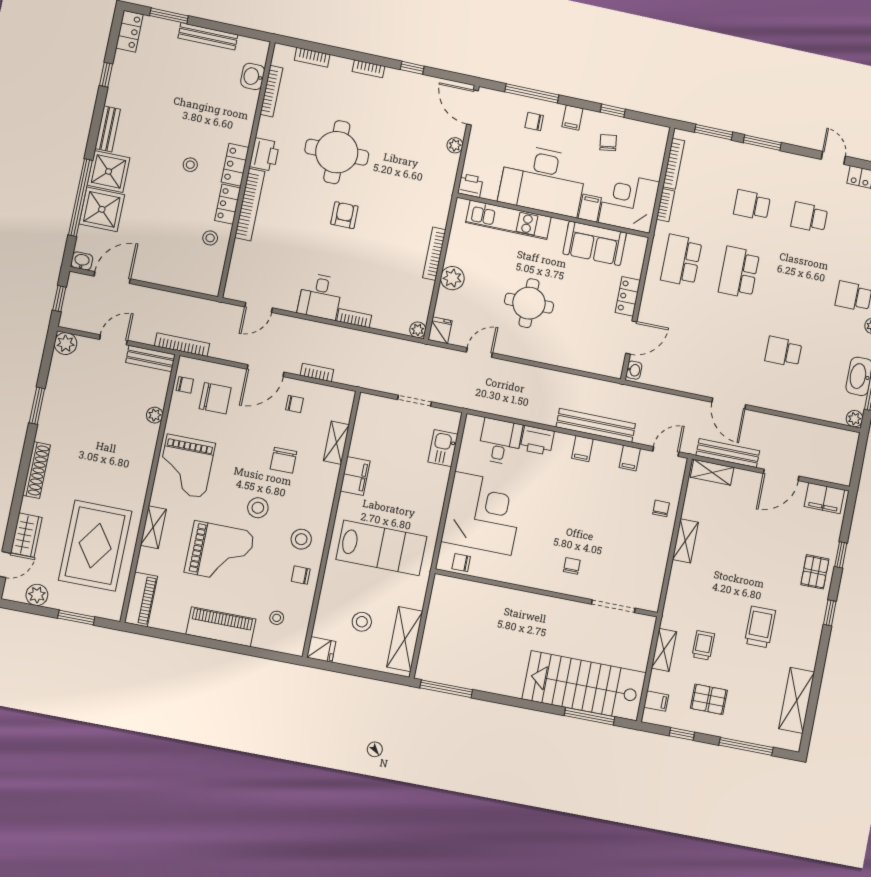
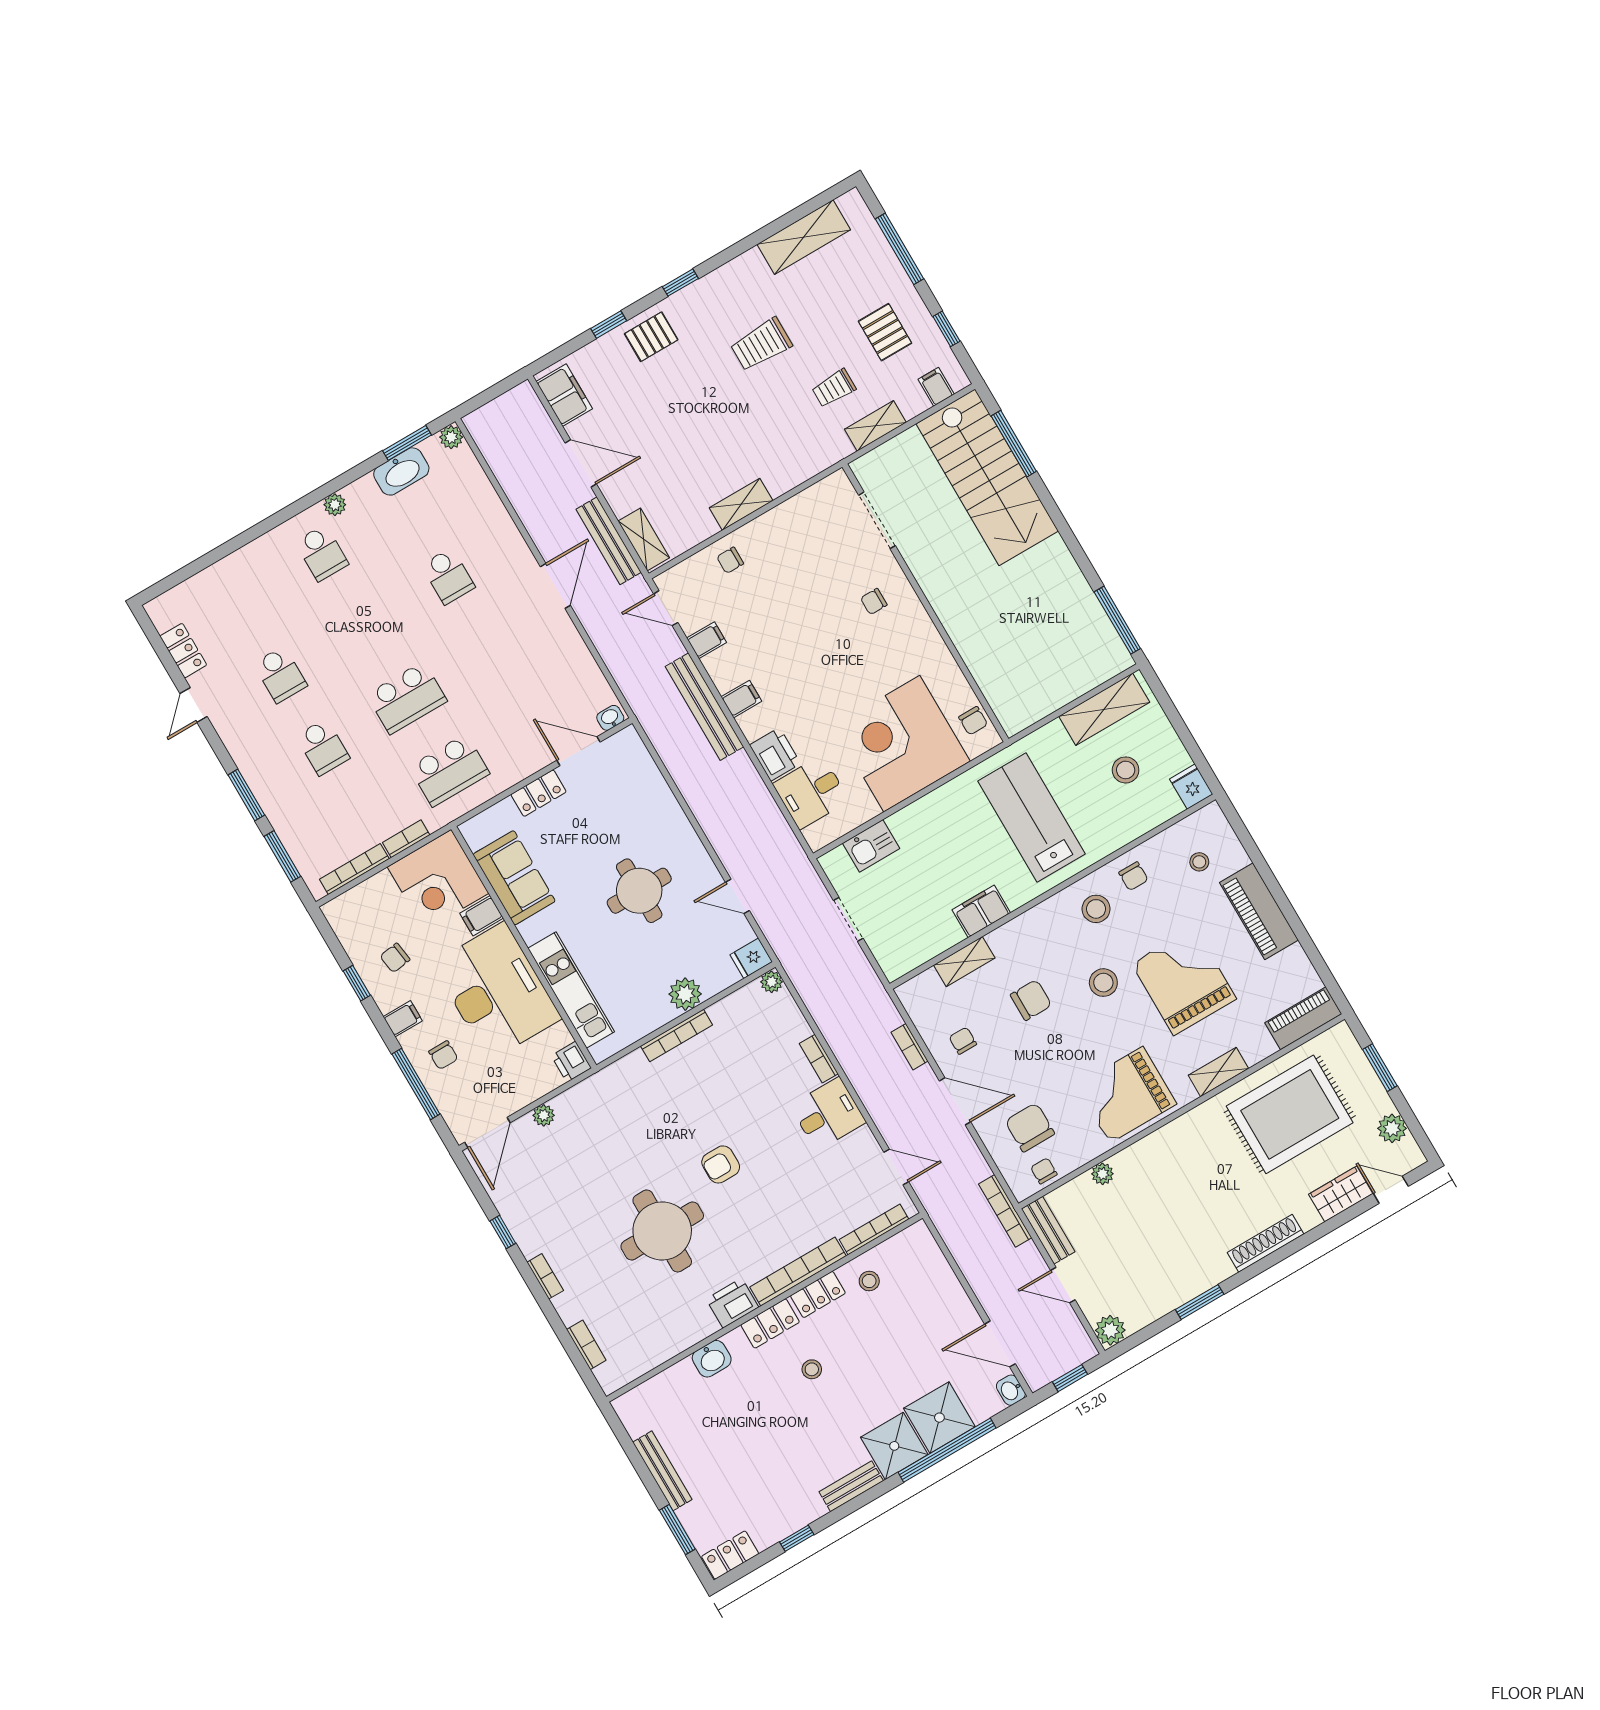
washbasin: (253, 76) -> (712, 1359), moved
bookcase: (271, 91) -> (874, 1229), moved
grand piano: (186, 466) -> (1126, 1095), turned 180

